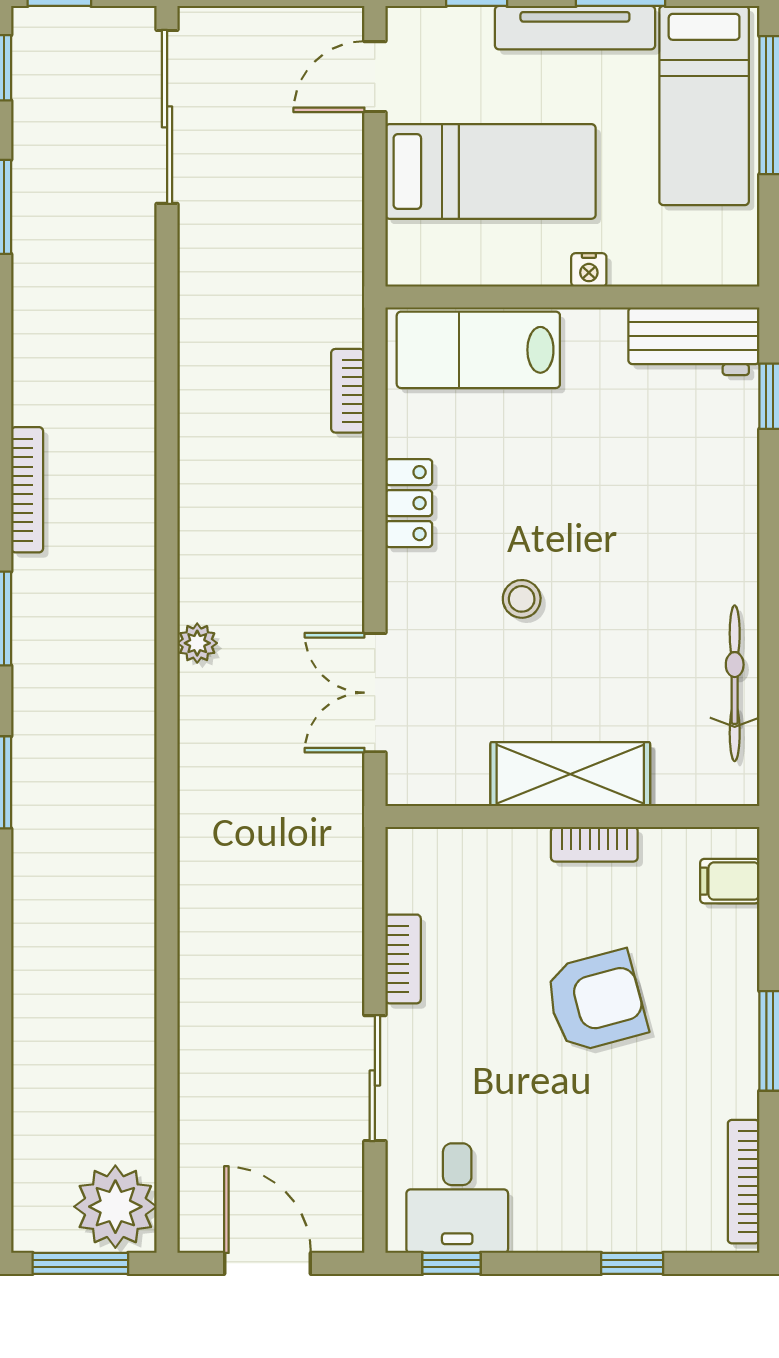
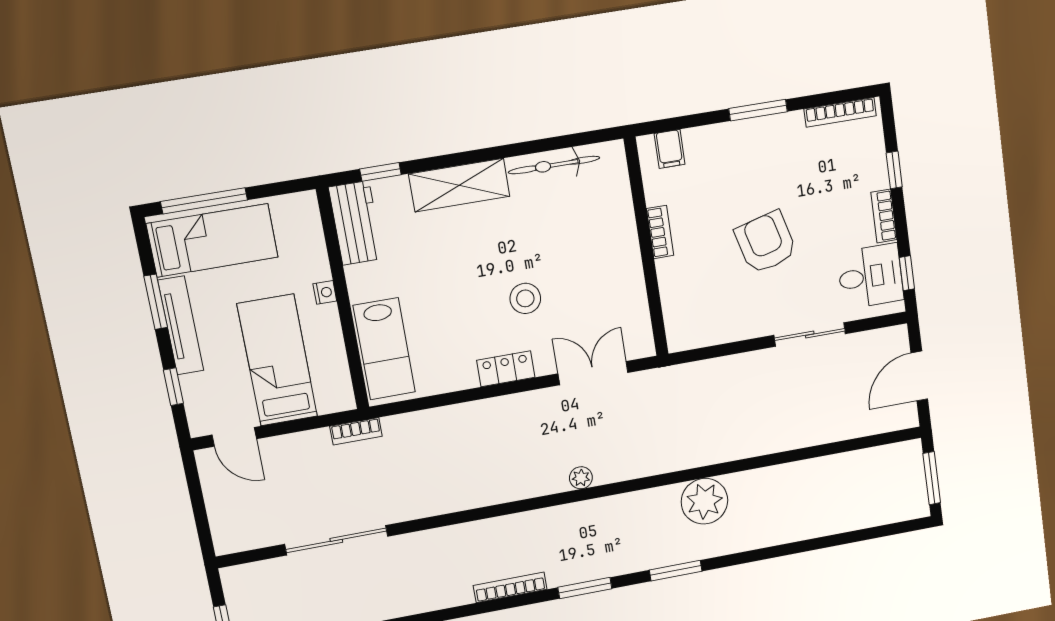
sliding door: (167, 117) -> (336, 540), moved
bookcase: (348, 391) -> (356, 431), moved
locker: (409, 503) -> (506, 369), moved
stool: (522, 599) -> (525, 298), width x1.37, depth x1.37
double door: (375, 693) -> (593, 373), swing flipped
shelving: (570, 774) -> (459, 185), moved, turned 90
bookcase: (403, 959) -> (884, 216), moved, turned -90
armchair: (596, 1001) -> (766, 242), moved
plant: (115, 1207) -> (704, 501), moved

